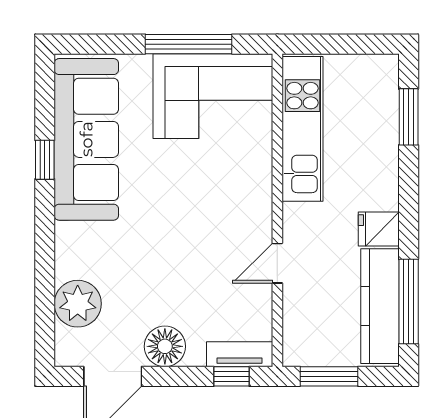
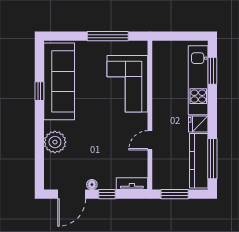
corner sofa: (213, 96) -> (127, 84), moved, turned 90
kitchen unit: (302, 129) -> (198, 80), moved, turned 180
plant: (78, 304) -> (55, 142), moved
floor lamp: (165, 346) -> (92, 185), width x0.53, depth x0.53
window: (232, 376) -> (107, 194), moved

